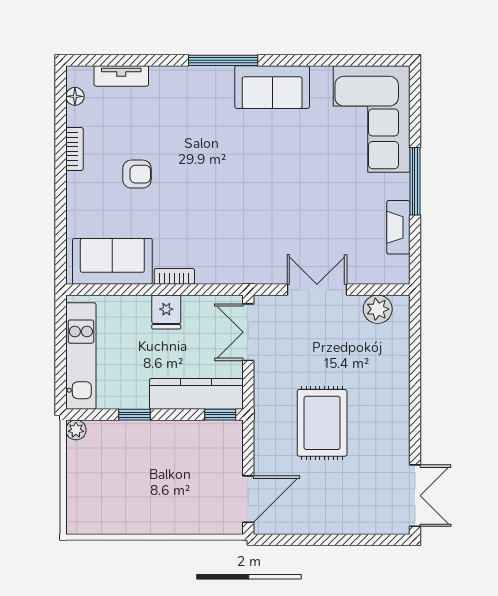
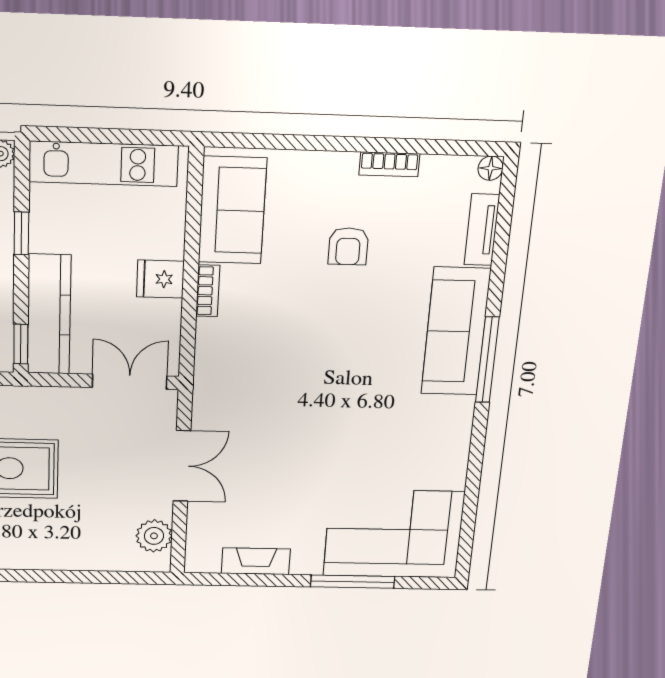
sofa: (272, 87) -> (456, 332), moved, width x1.36
floor lamp: (75, 96) -> (490, 168), moved
window: (415, 181) -> (353, 582), moved

